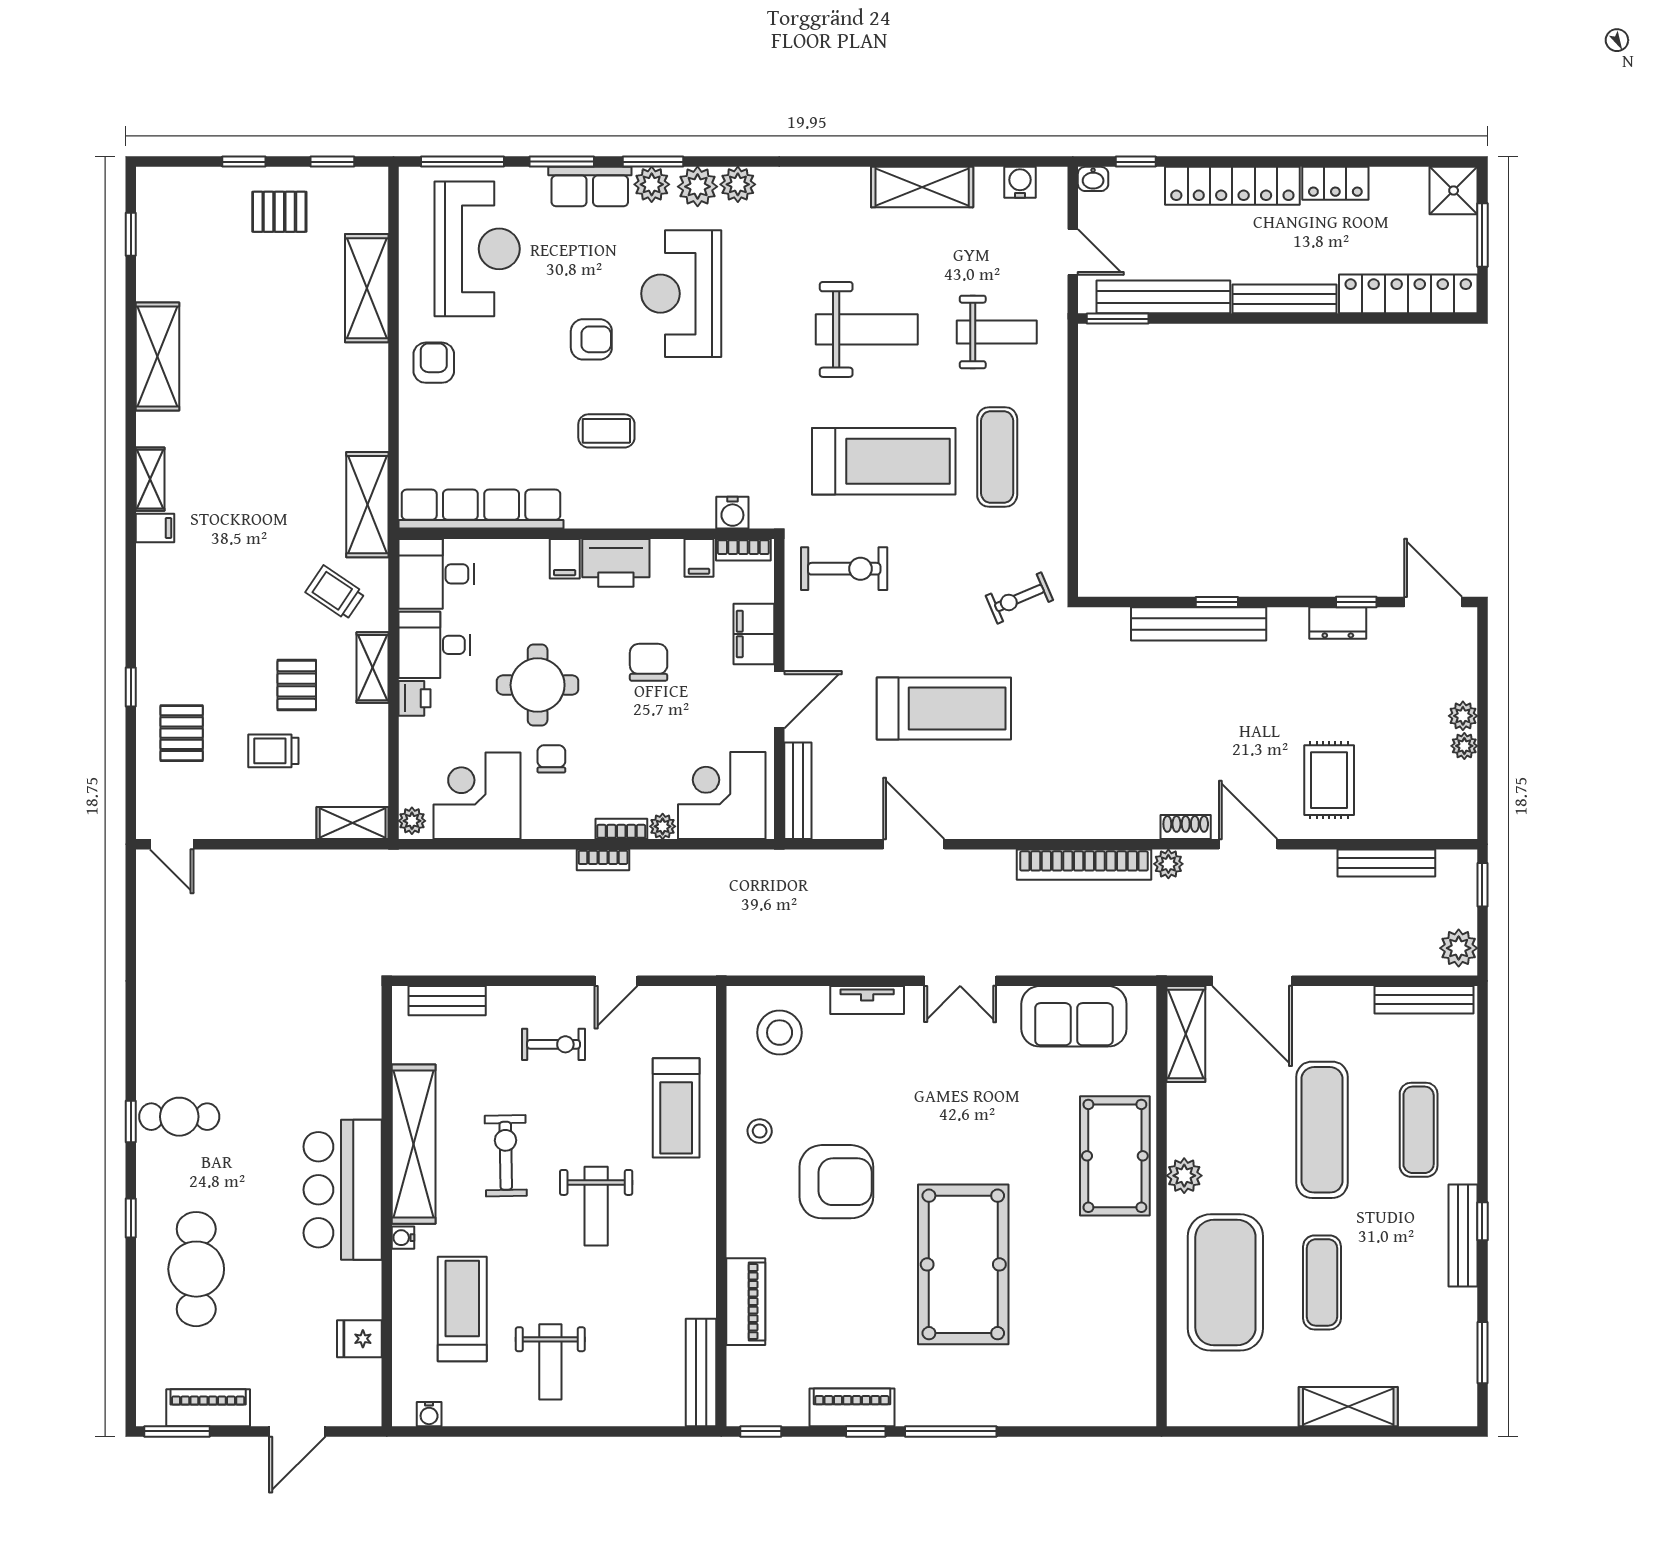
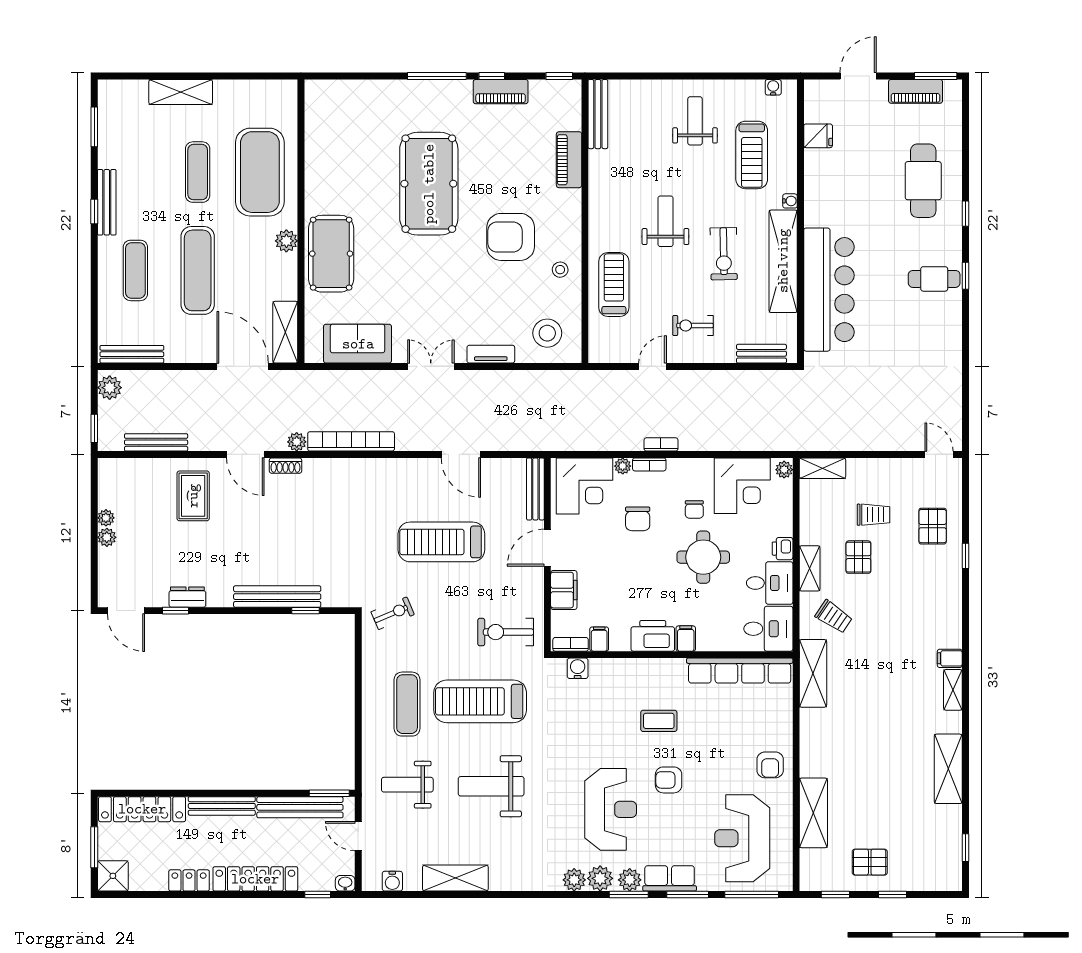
window: (1217, 602) -> (305, 611), moved
chair: (649, 662) -> (638, 519), moved
bar counter: (343, 1190) -> (829, 290), moved, width x1.36

